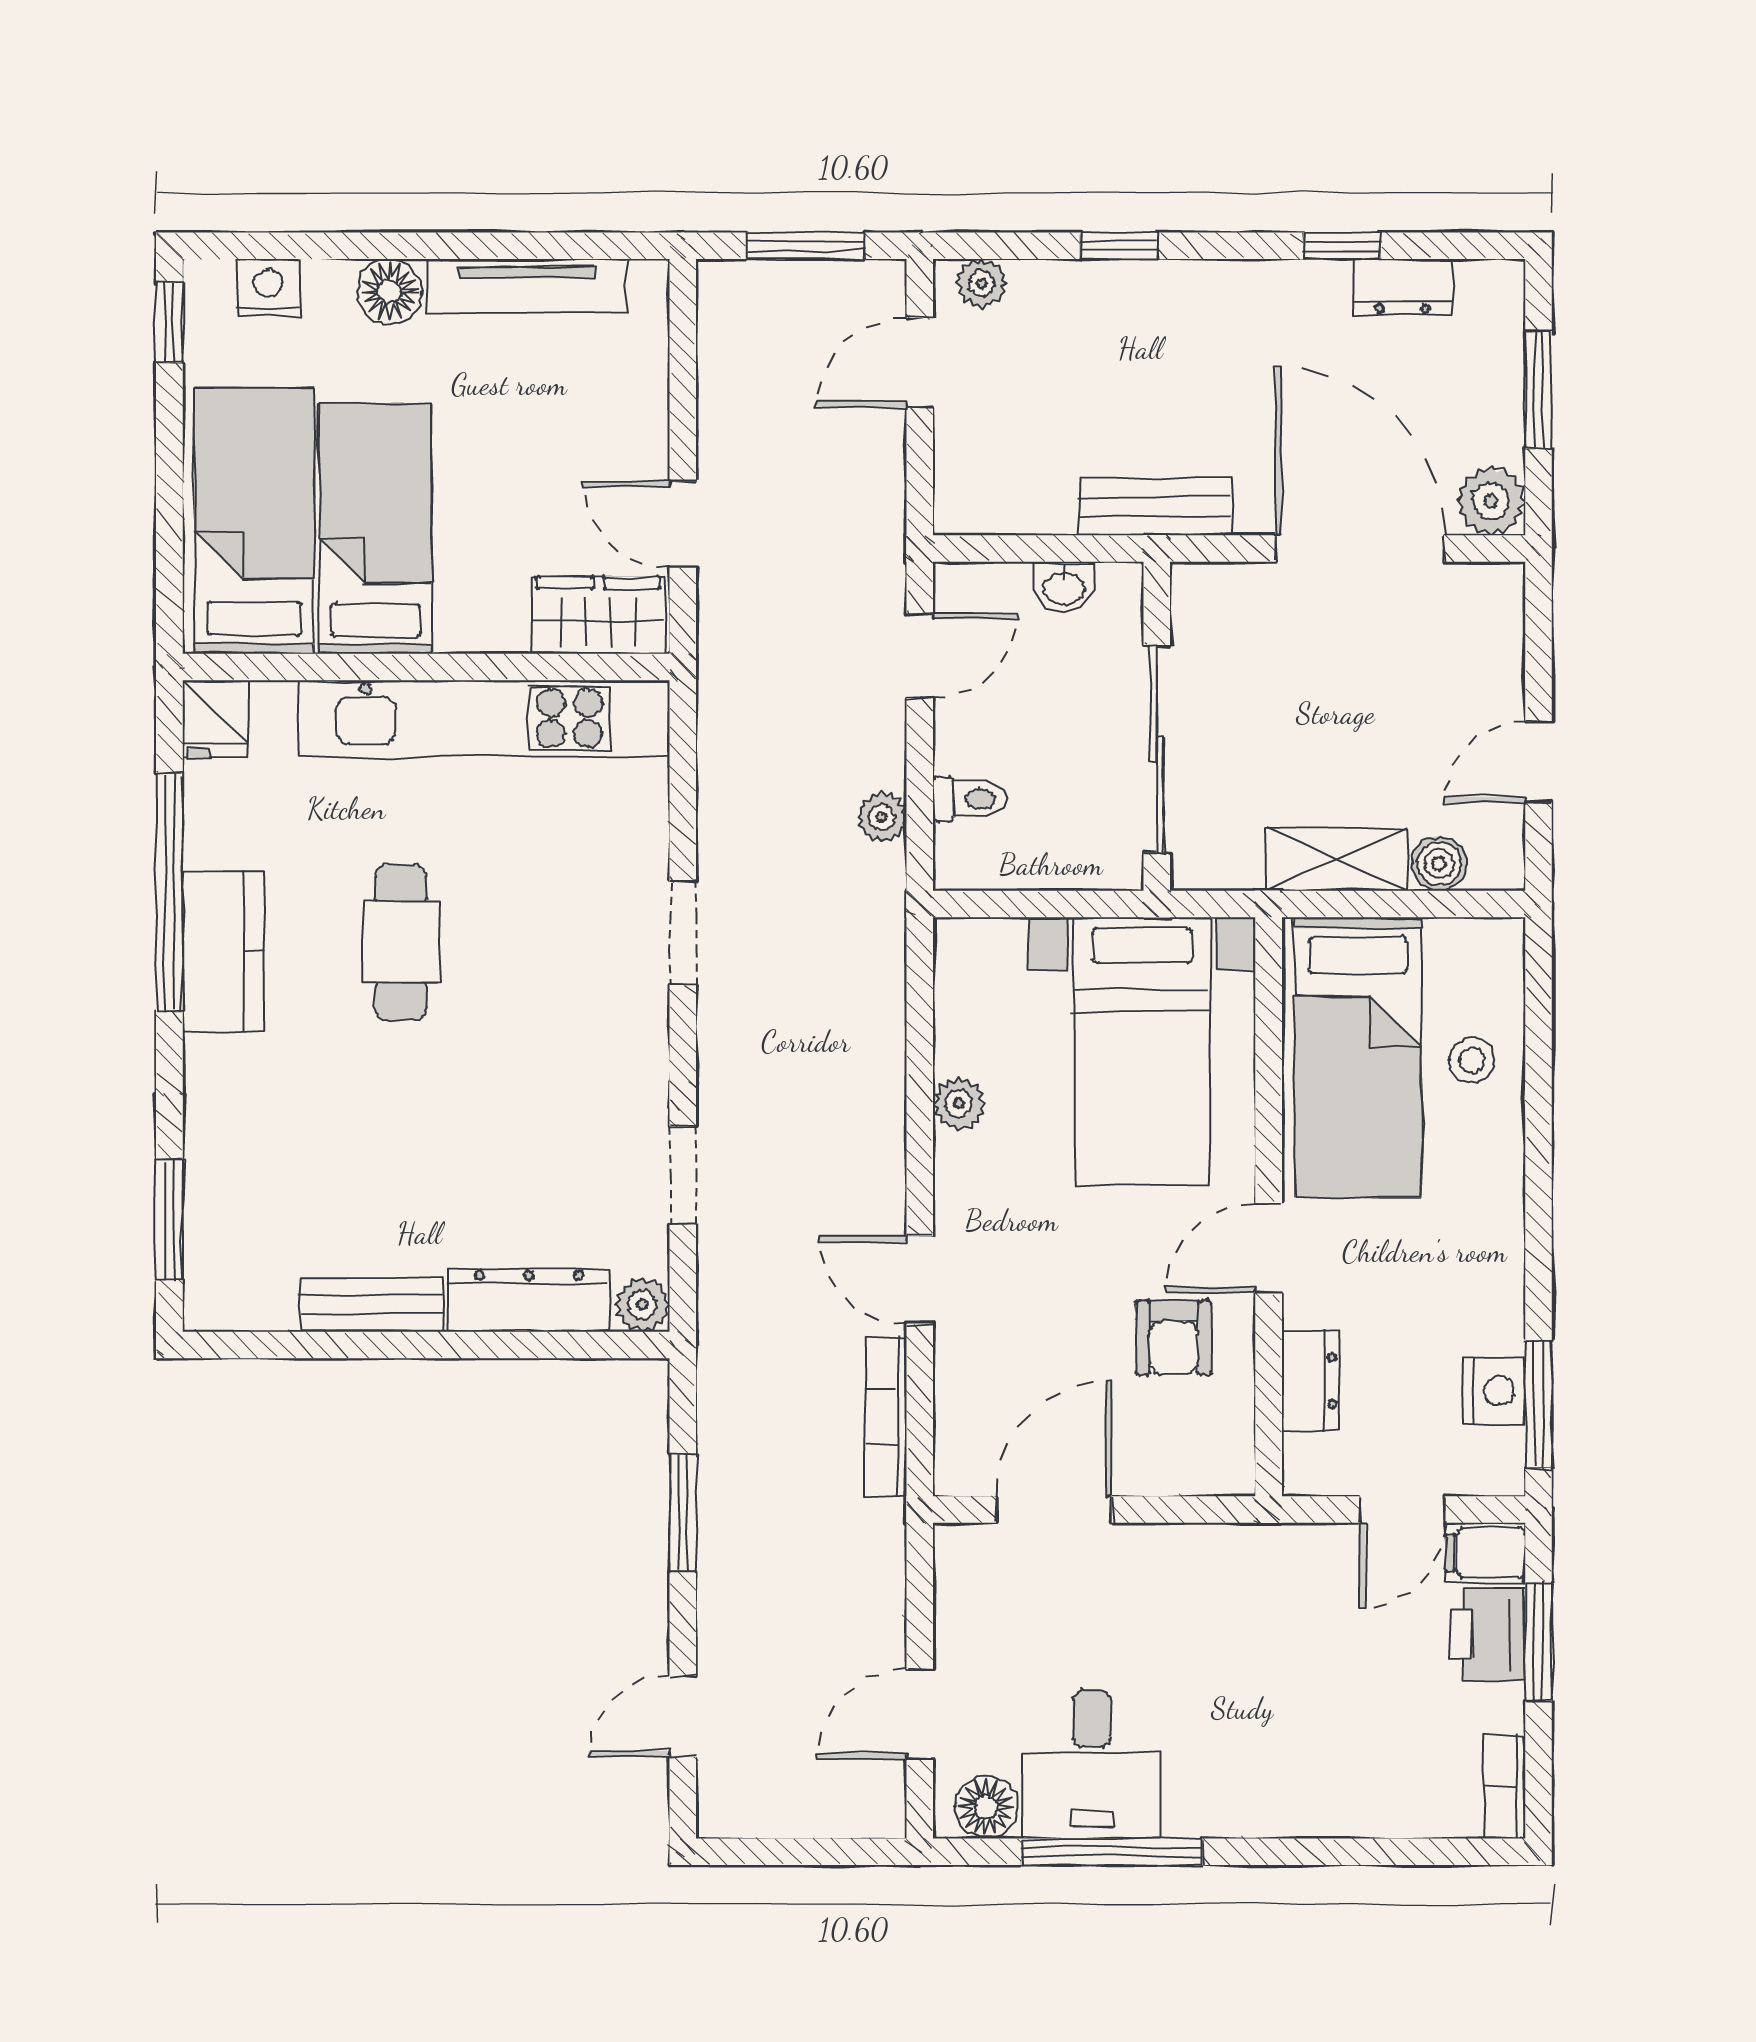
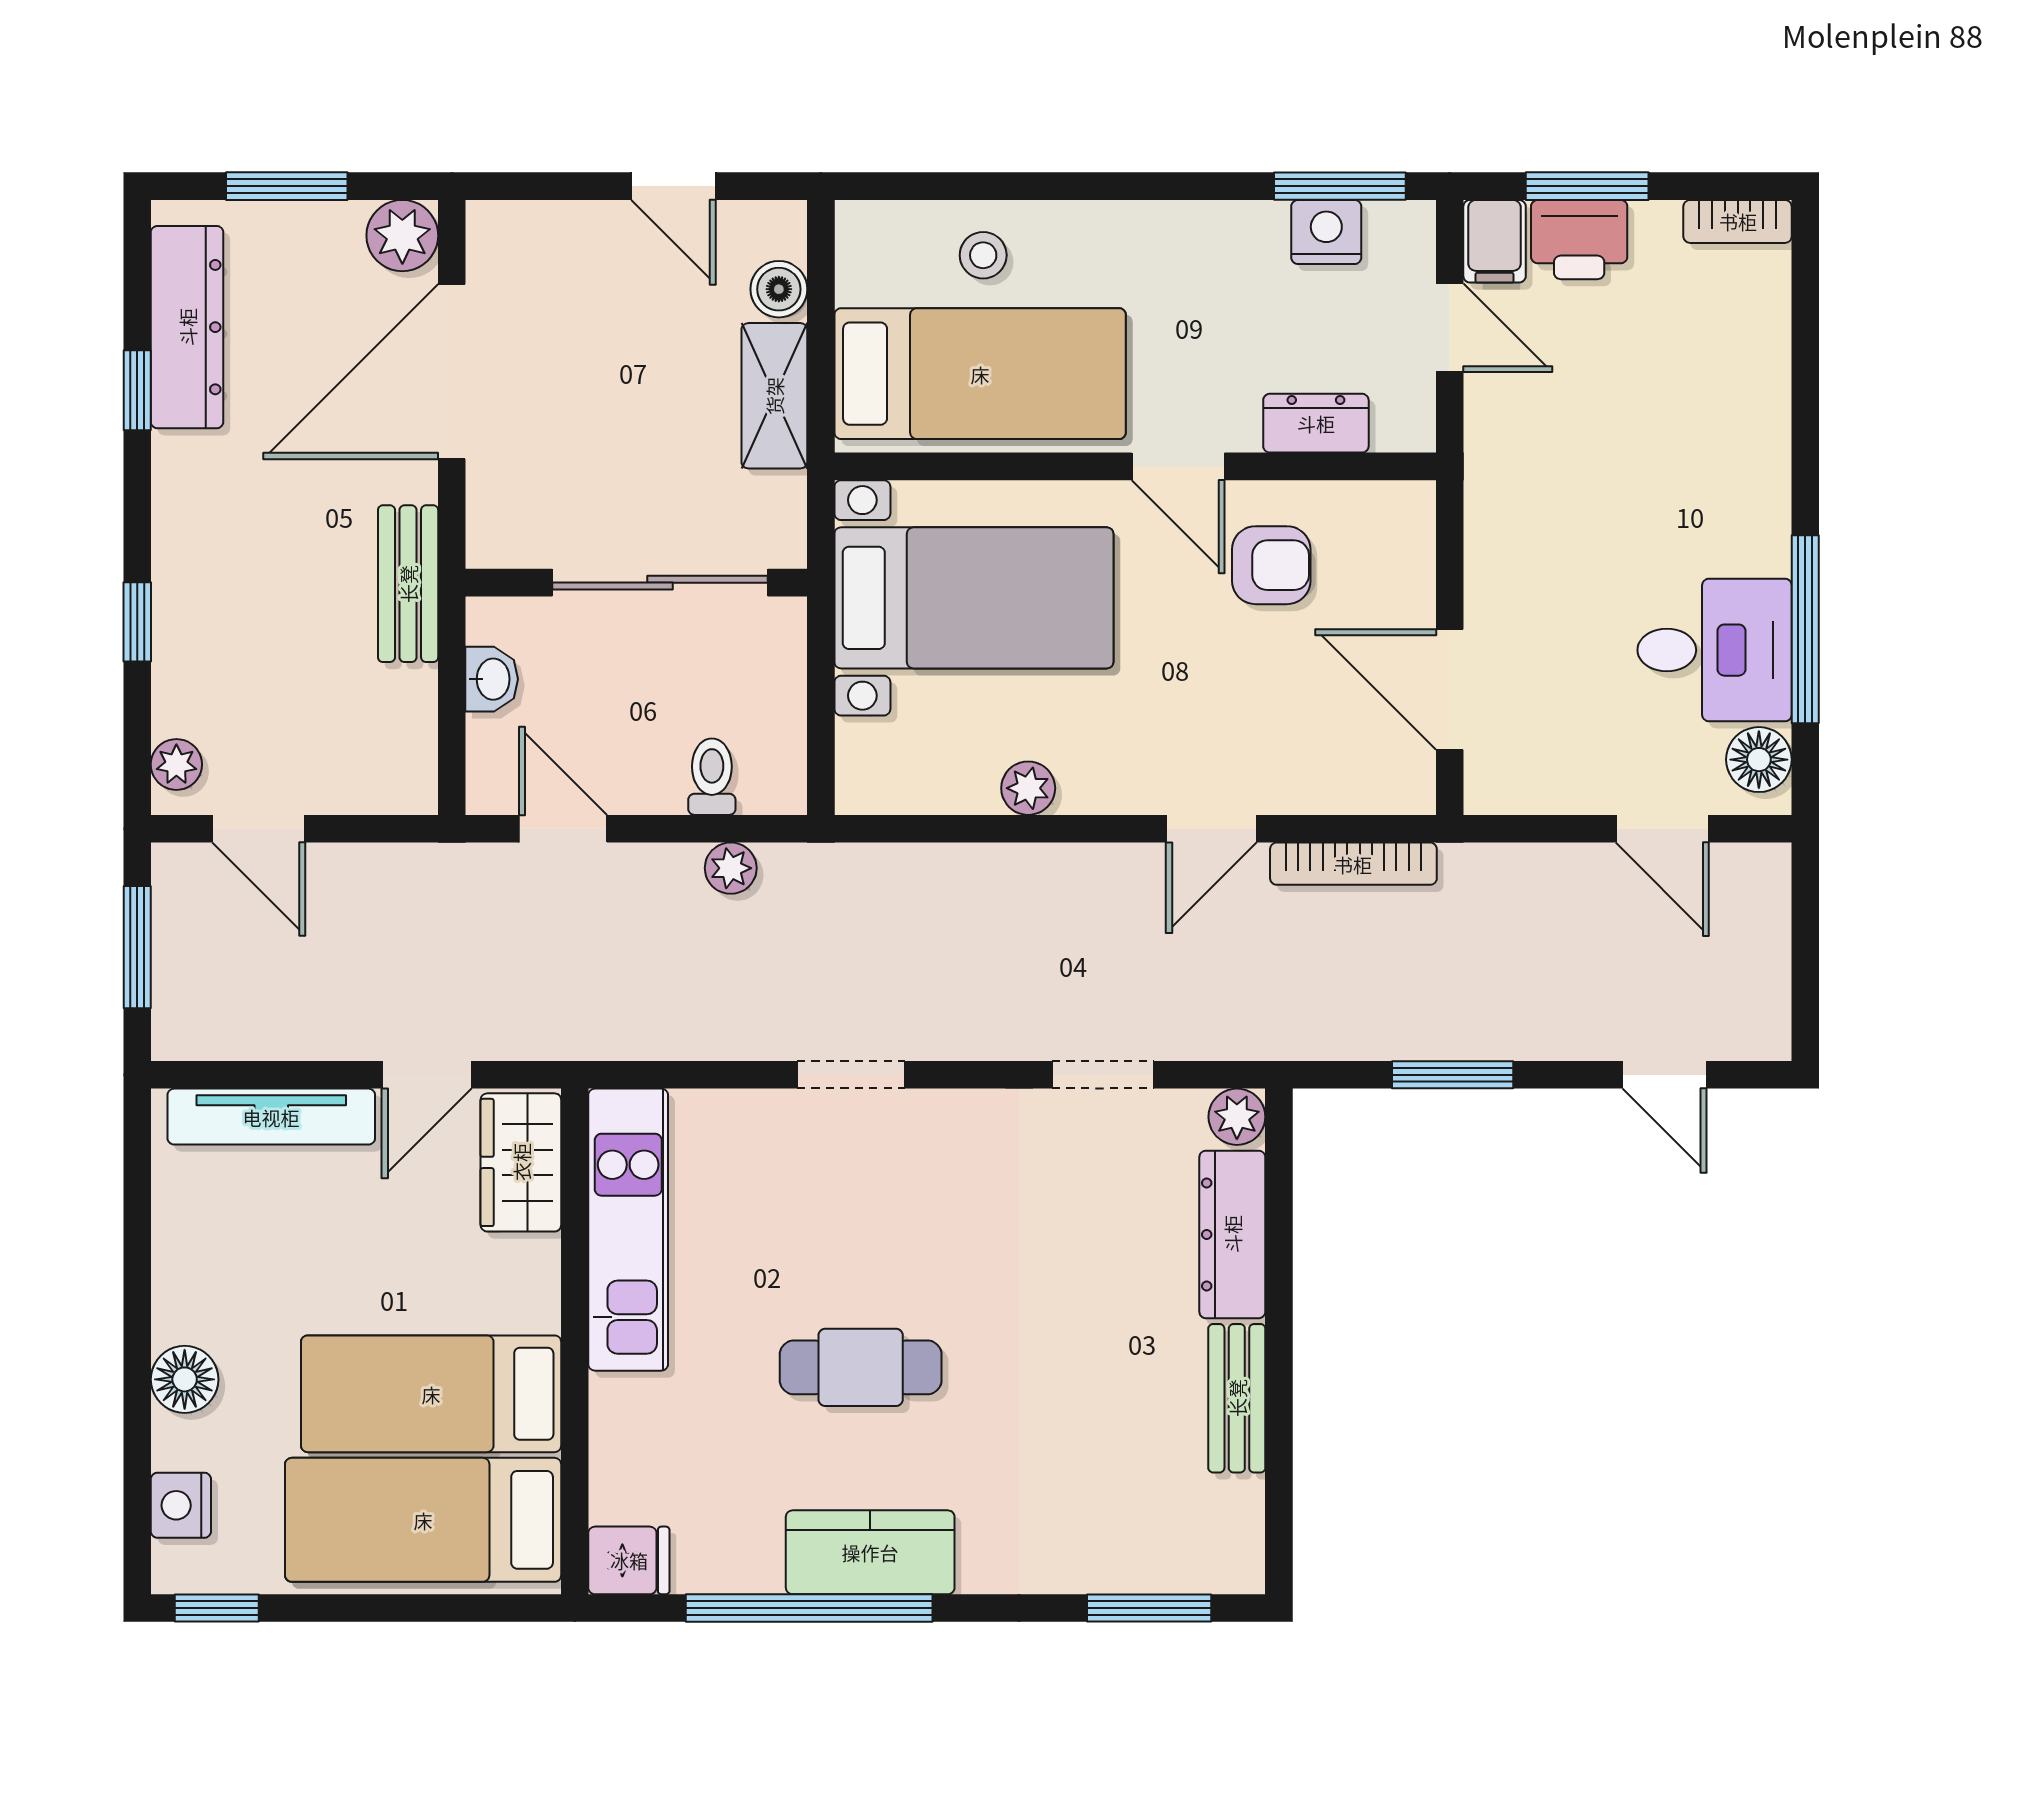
tv unit: (527, 286) -> (271, 1117), moved, turned 90
dresser: (1403, 287) -> (187, 327), width x1.96, depth x1.24
kitchen unit: (484, 718) -> (628, 1230), width x0.73

